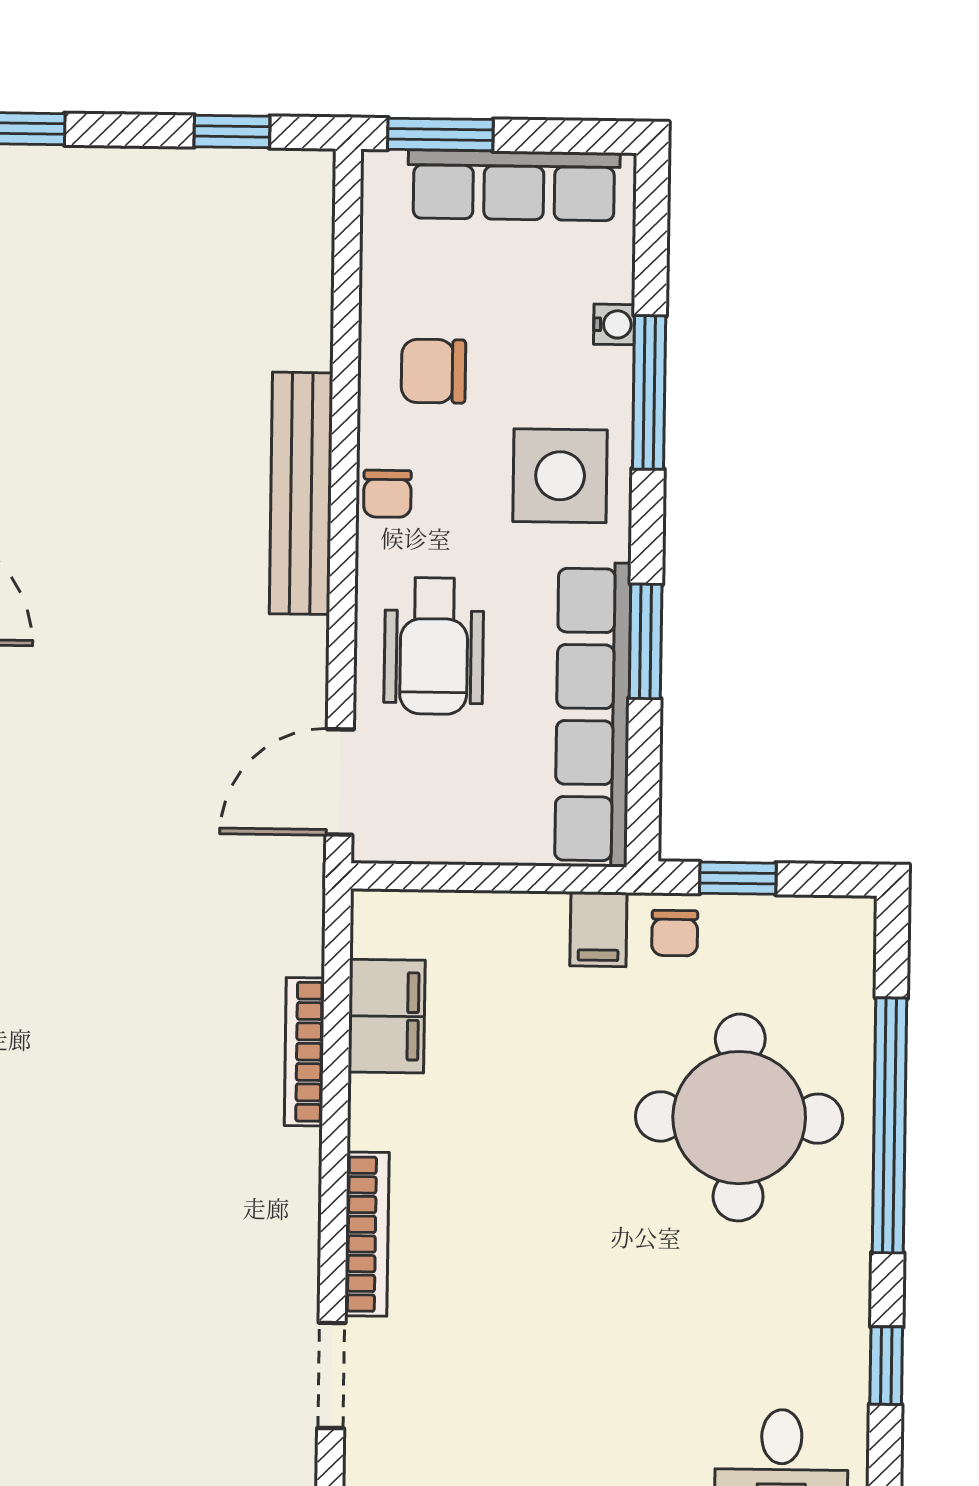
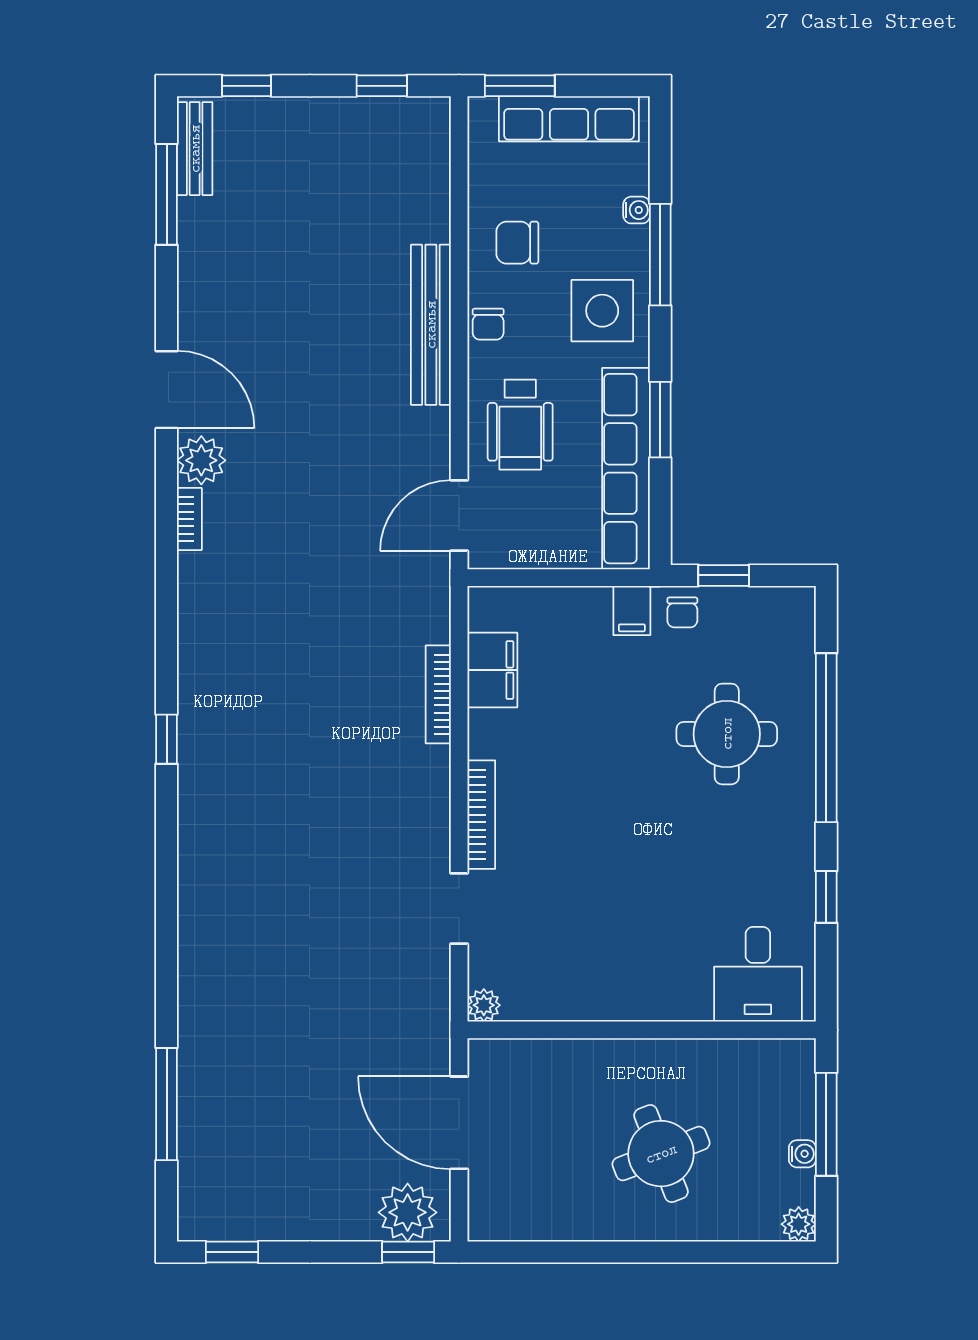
round table: (739, 1118) -> (727, 734), width x0.73, depth x0.73

